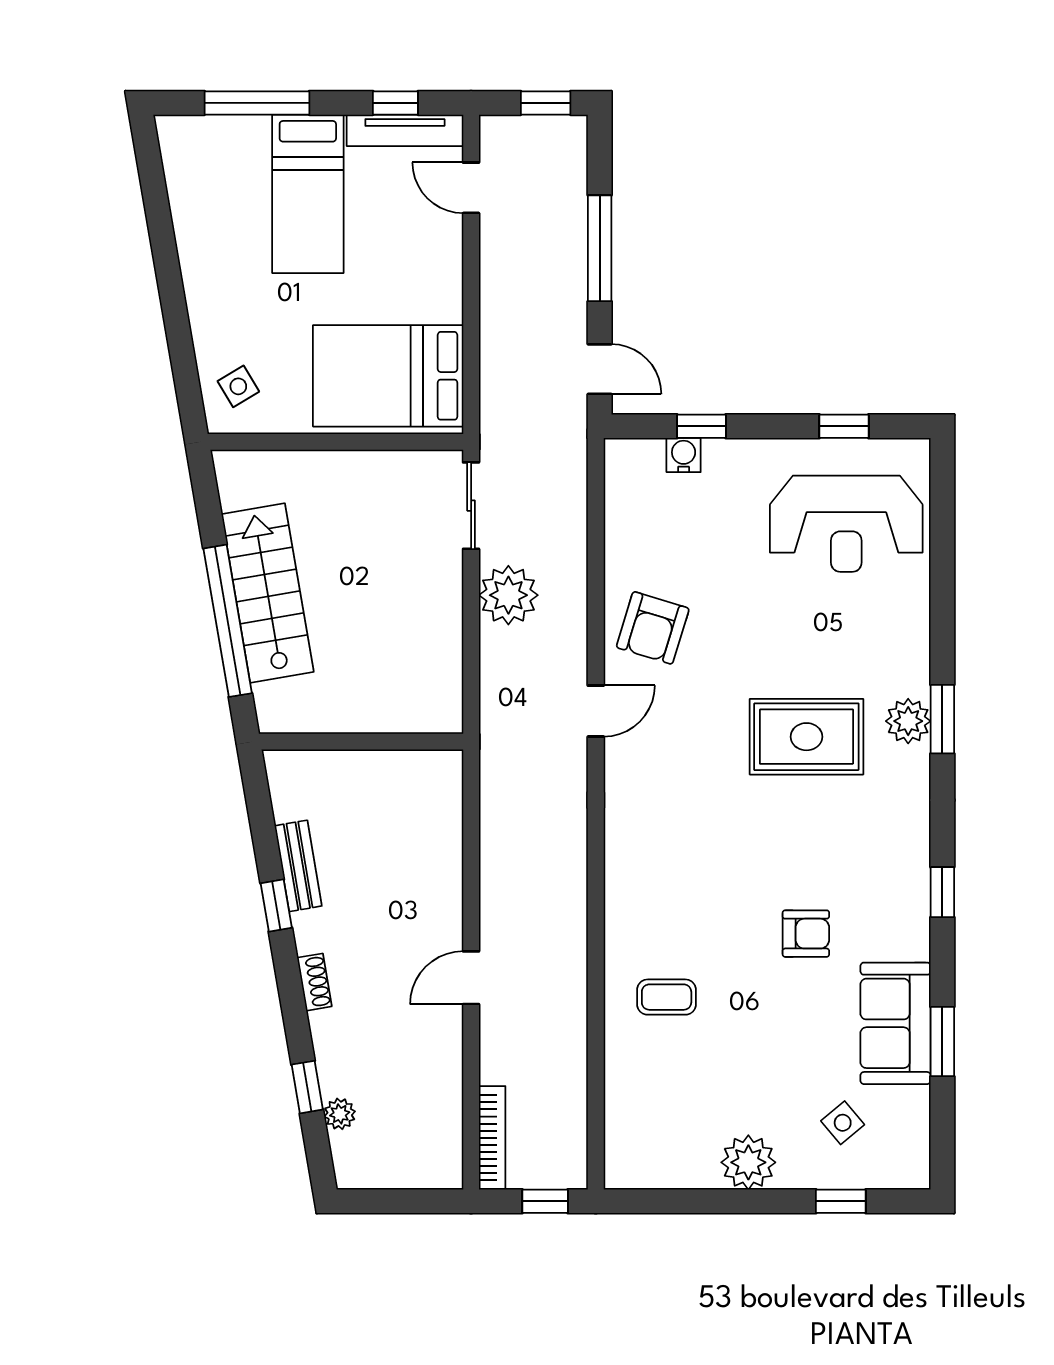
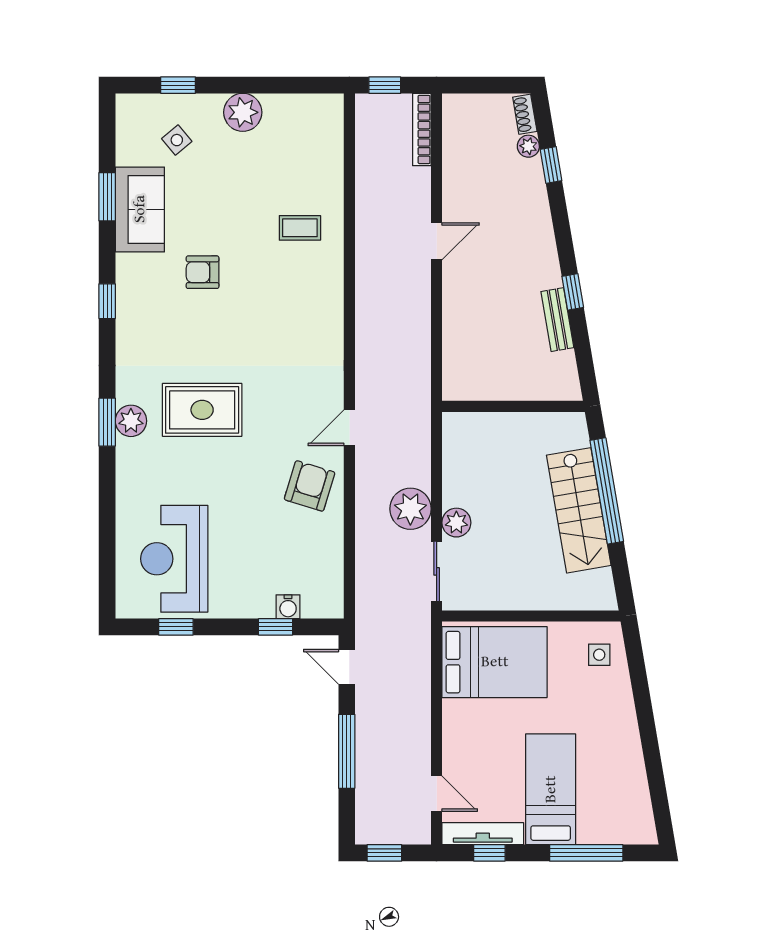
side table: (238, 386) -> (599, 655), turned 31
reception desk: (846, 524) -> (174, 559), turned -90
plant: (443, 576) -> (456, 523), added
shoe rack: (314, 982) -> (525, 114), moved

